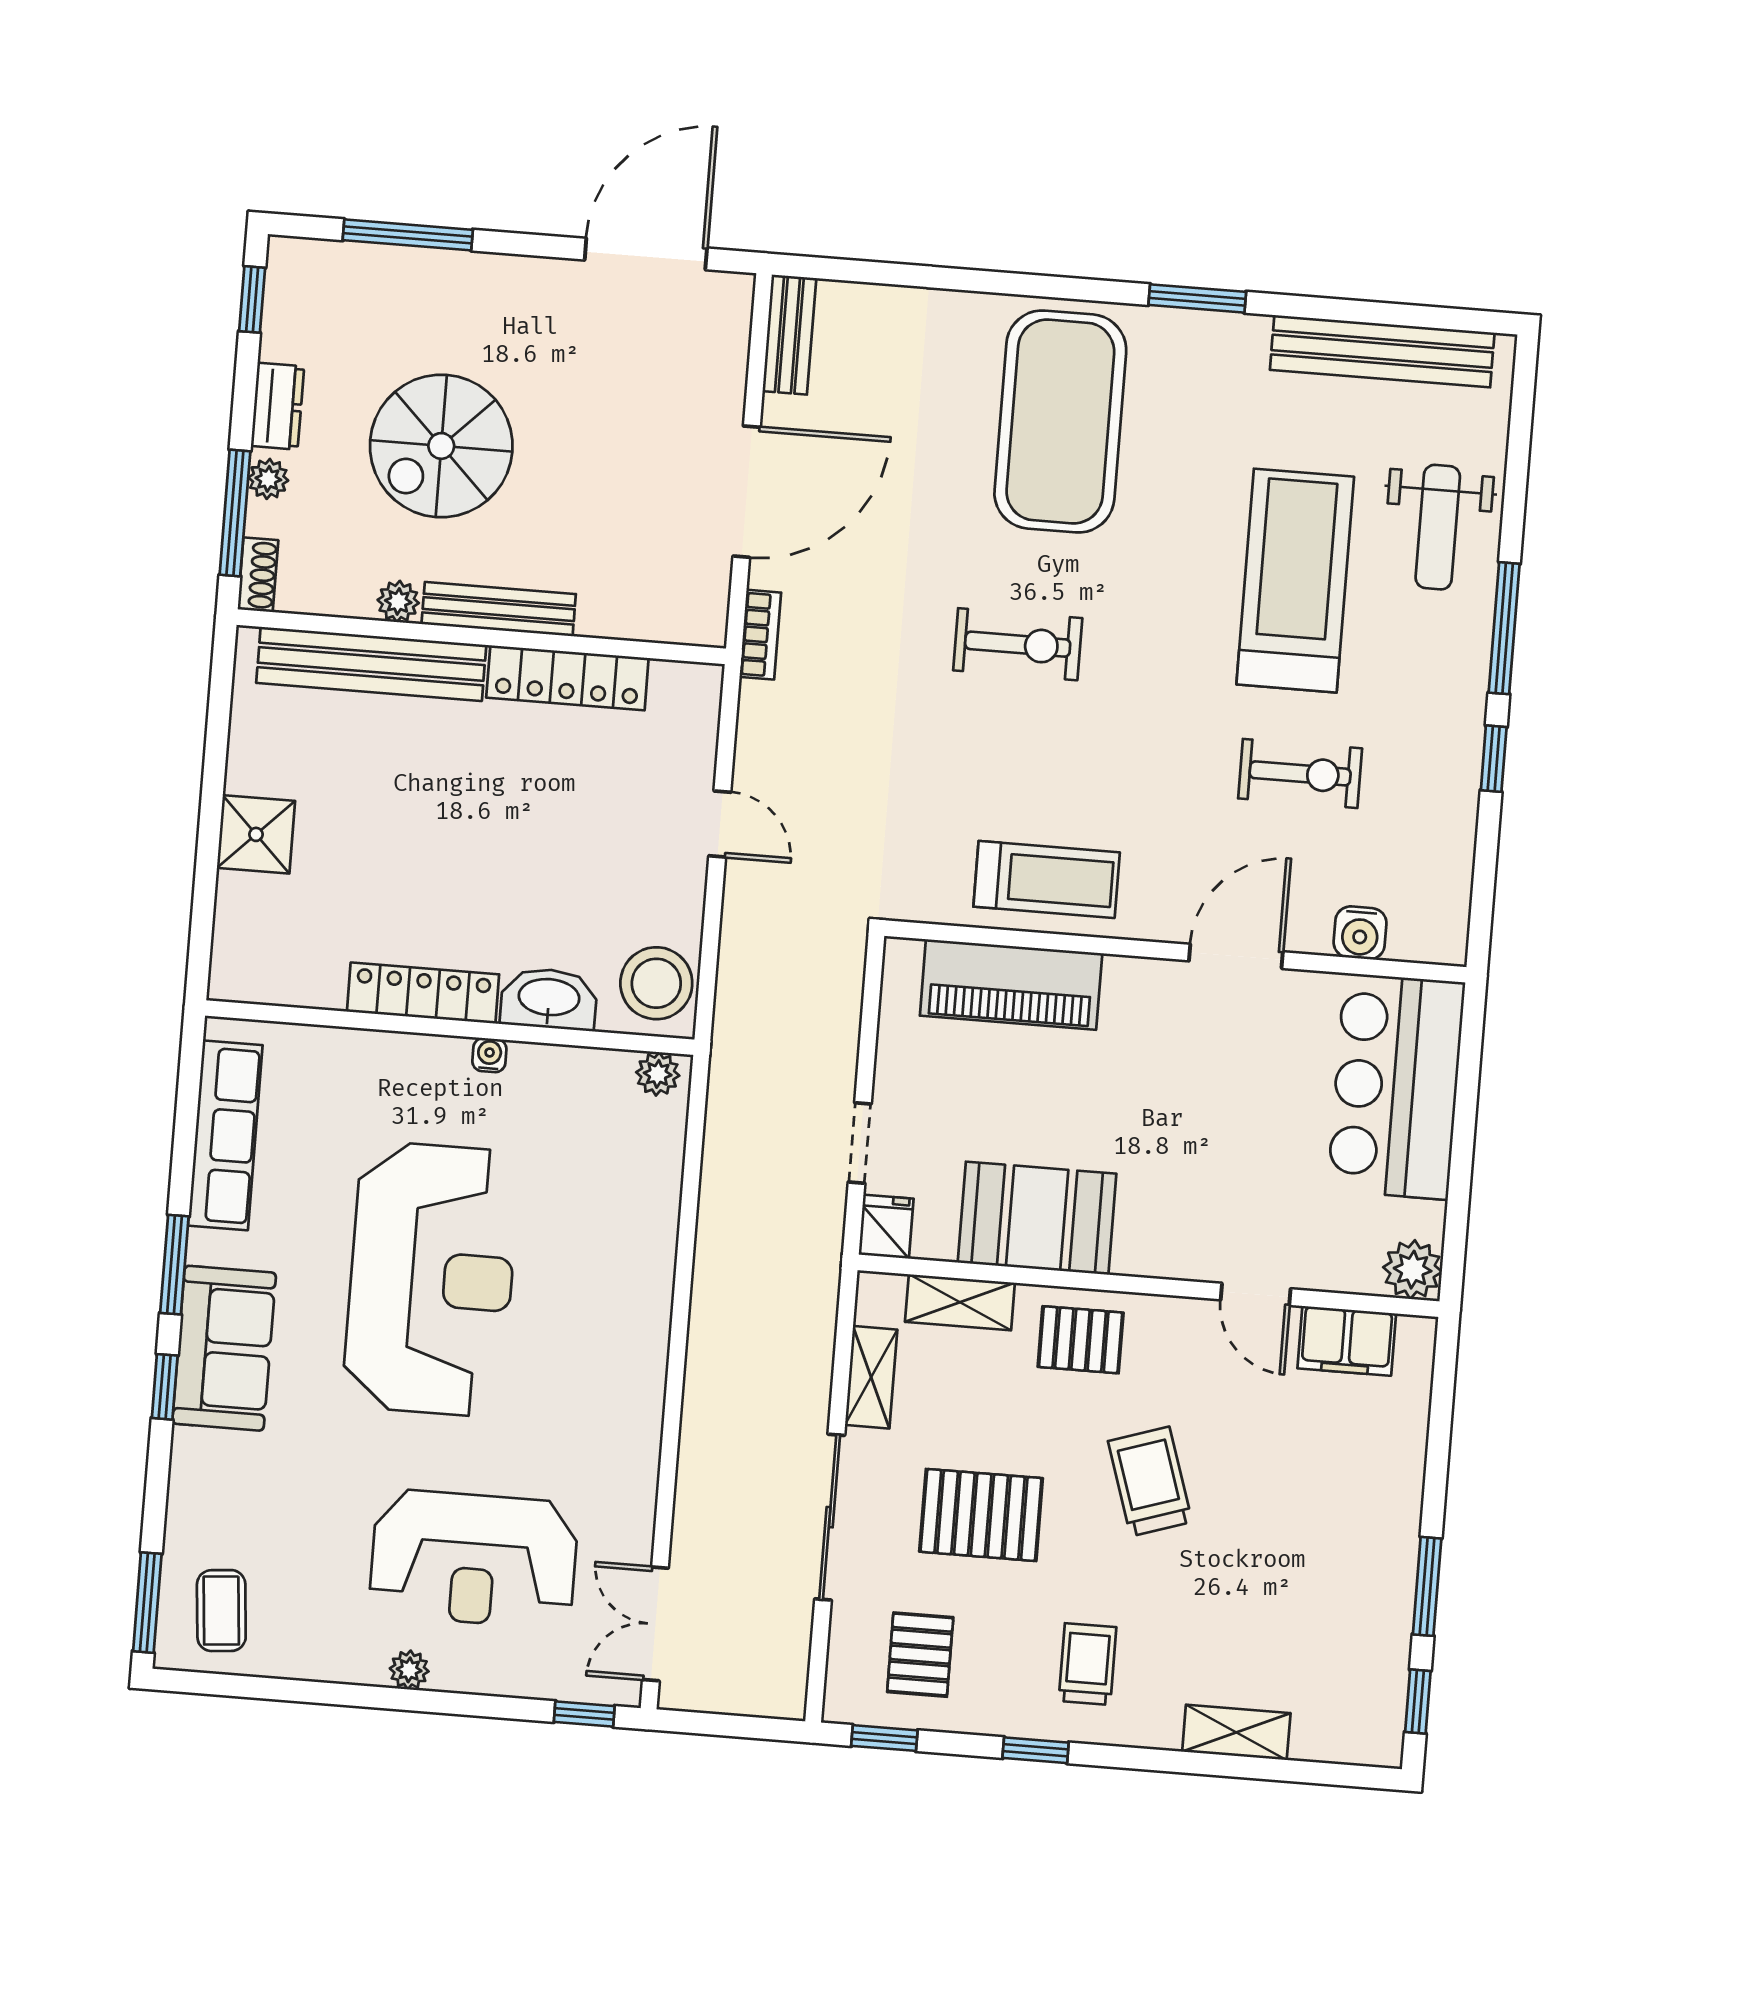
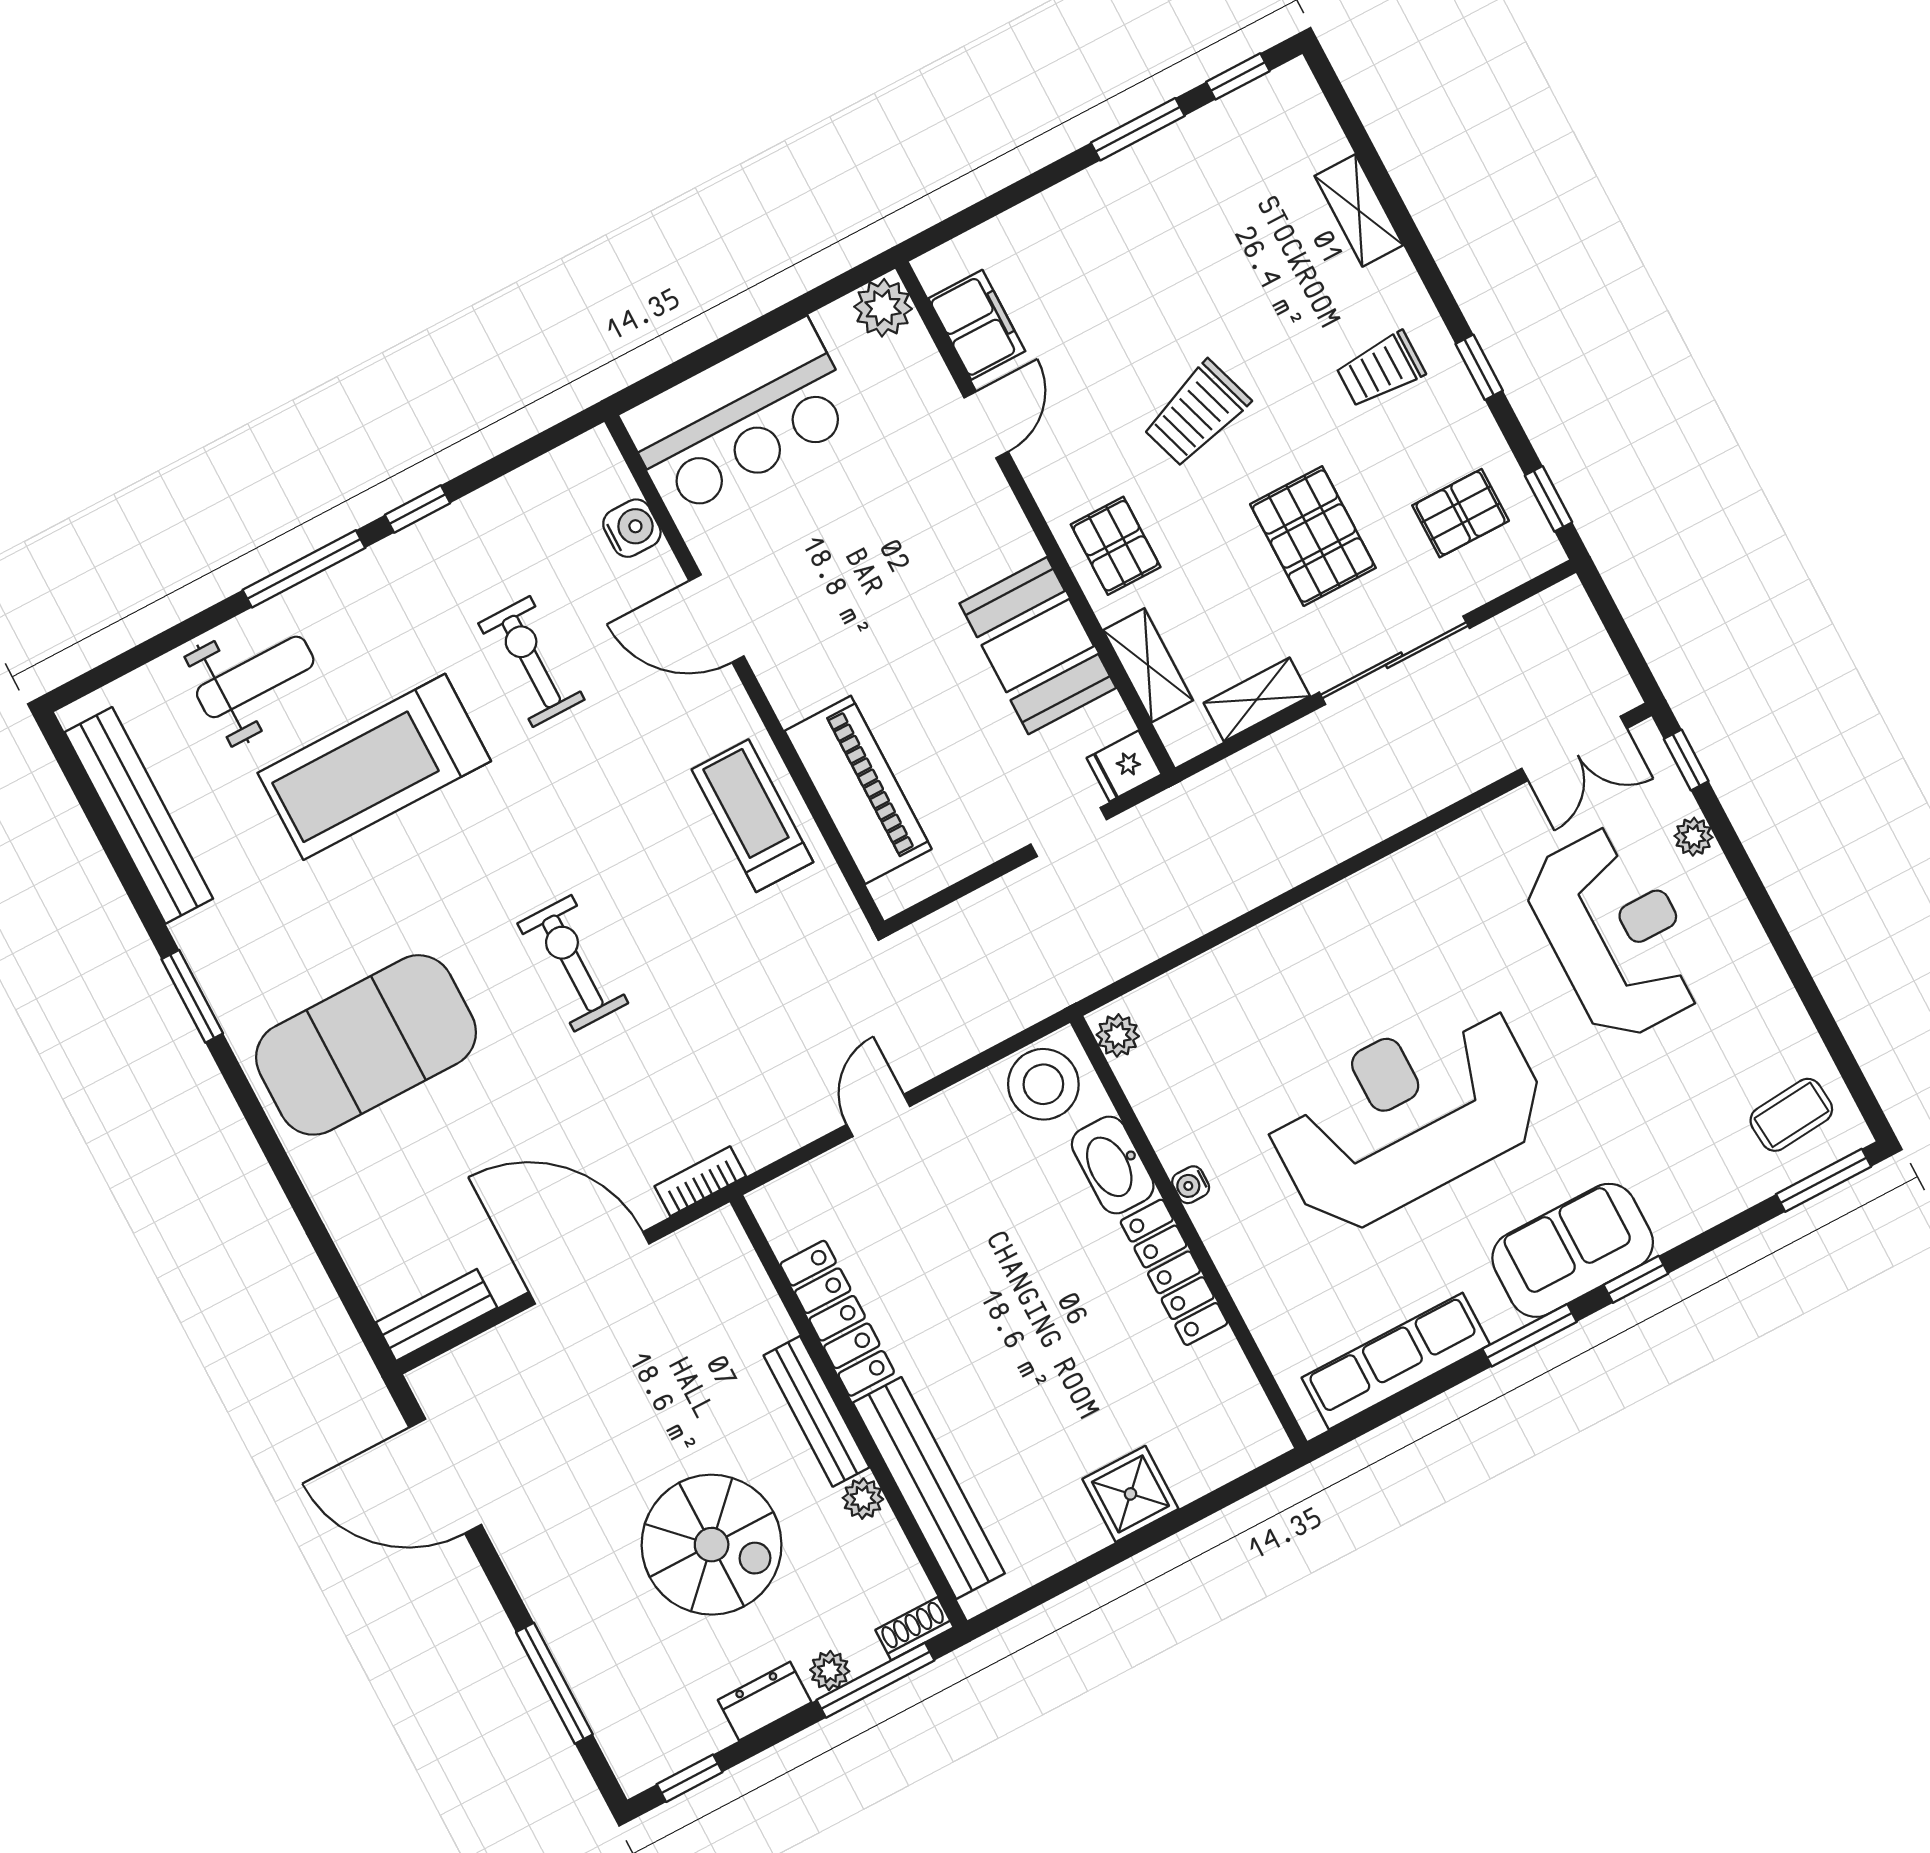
plant: (409, 1670) -> (1693, 837), moved

